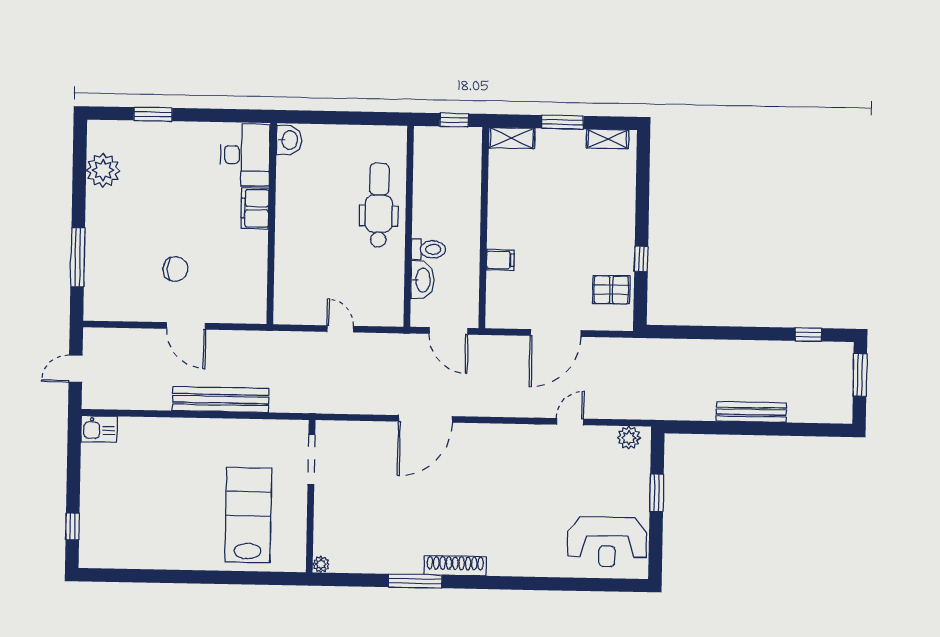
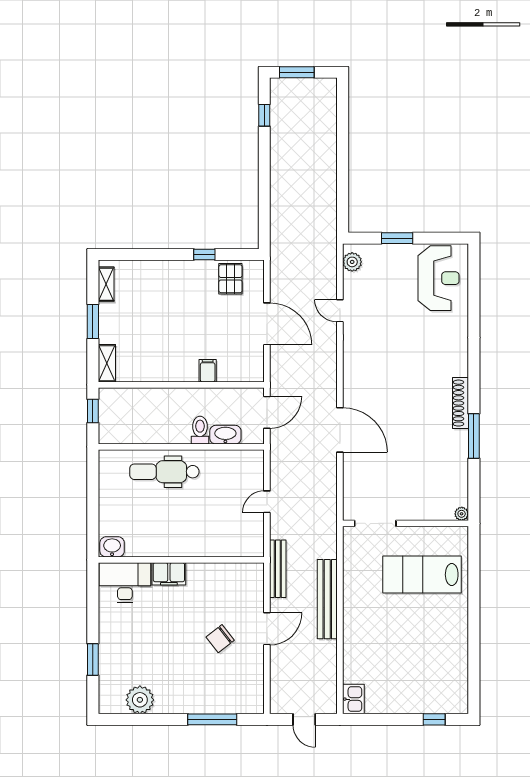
chair: (175, 269) -> (220, 639), turned -128
bench: (751, 412) -> (278, 569), moved

